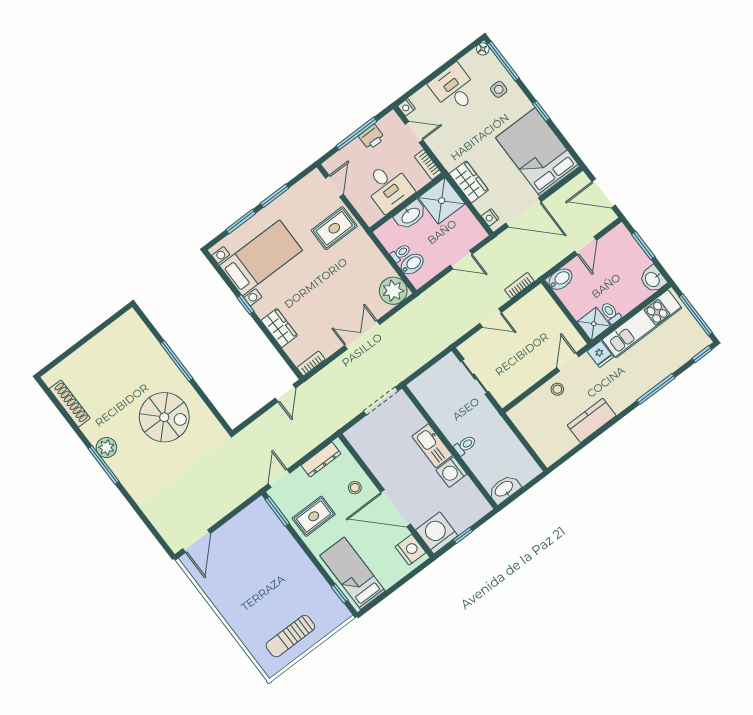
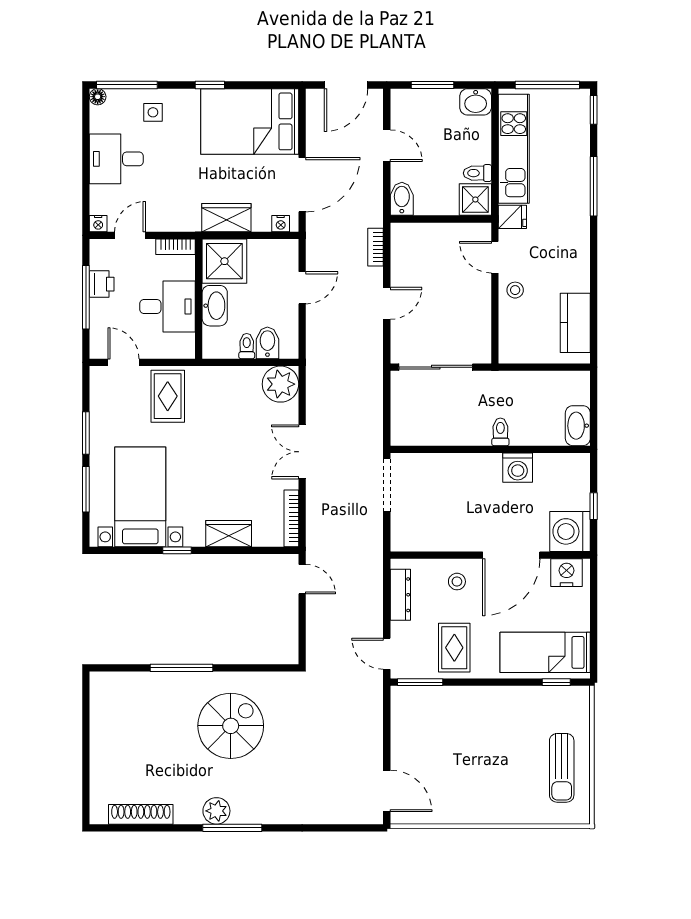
bookcase: (311, 363) -> (291, 518), width x1.56
sliding door: (475, 377) -> (436, 367), width x1.37
kitchen counter: (592, 420) -> (575, 323), moved
kitchen sink: (432, 446) -> (475, 467), removed

